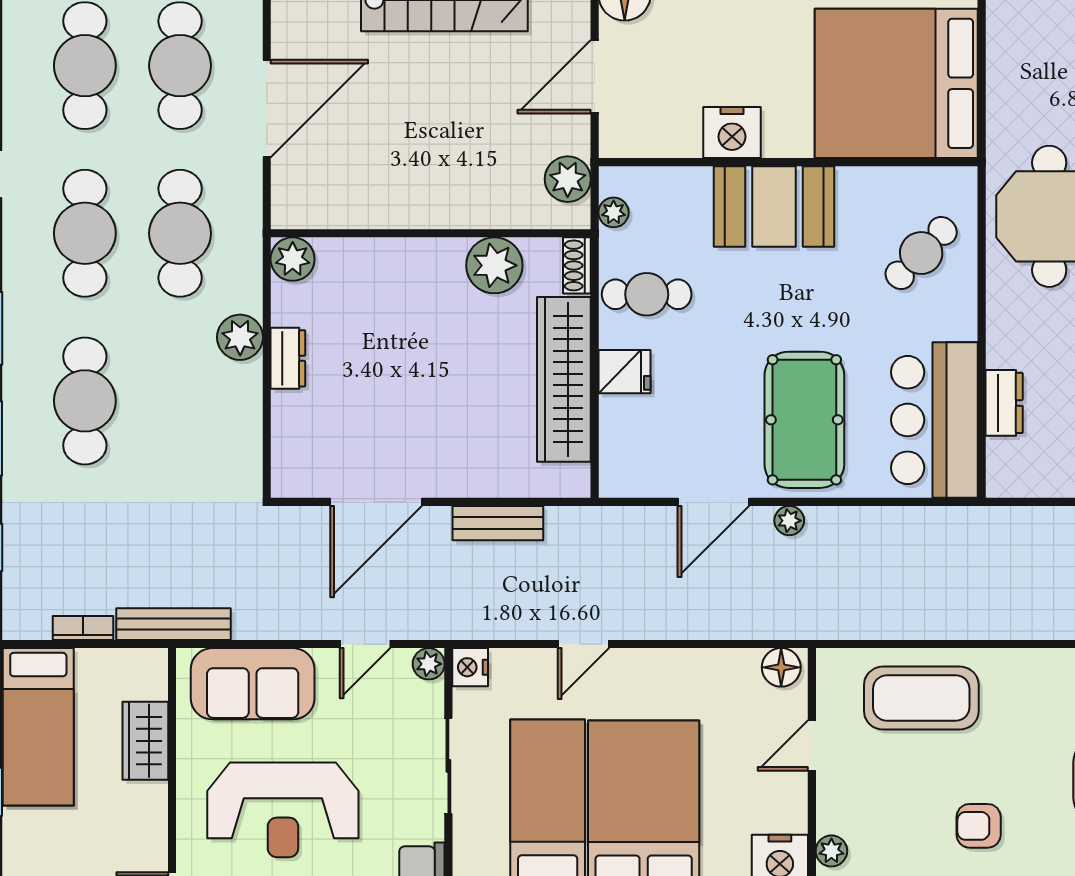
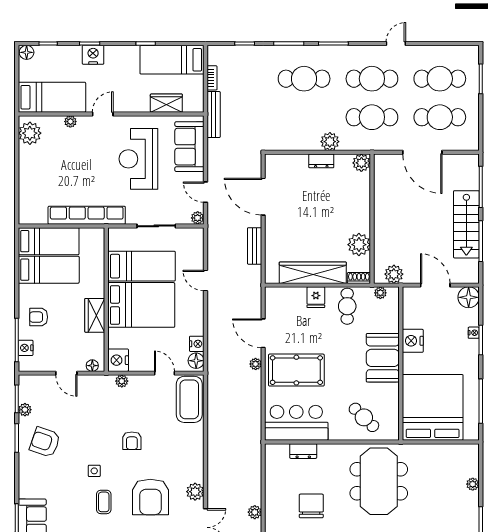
nightstand: (470, 667) -> (197, 344), moved, turned 90
coffee table: (921, 698) -> (189, 399), moved
armchair: (979, 826) -> (132, 441), turned 180

